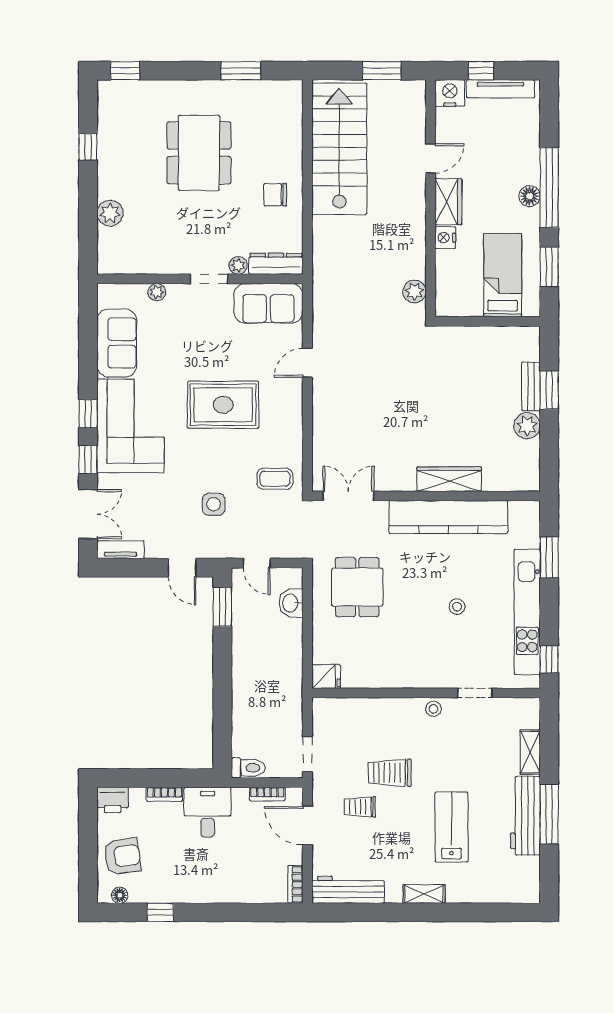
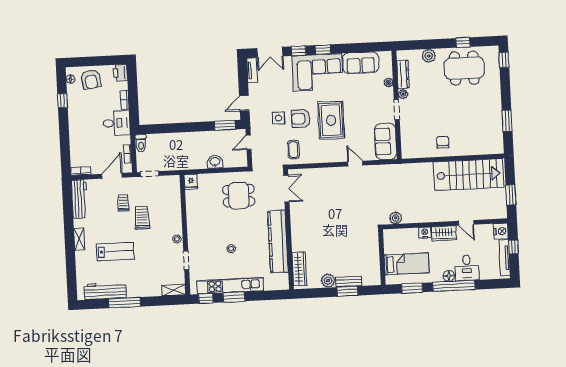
dining table: (199, 153) -> (464, 68), moved
desk: (516, 161) -> (467, 268), added
dresser: (276, 264) -> (403, 74), moved
plant: (238, 265) -> (403, 94), moved
armchair: (217, 462) -> (301, 119), added
wardrobe: (449, 479) -> (299, 269), moved
window: (549, 557) -> (234, 297), moved
washbasin: (291, 603) -> (215, 162), moved
shelving: (530, 752) -> (174, 290), moved
workbench: (525, 816) -> (105, 291), moved

